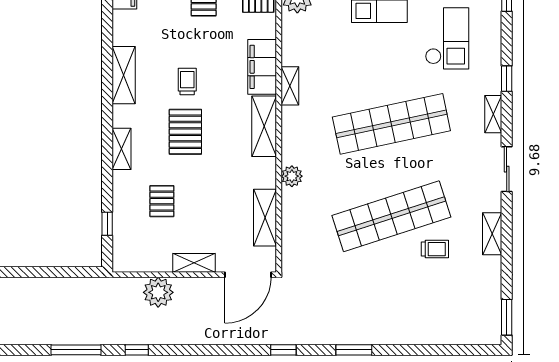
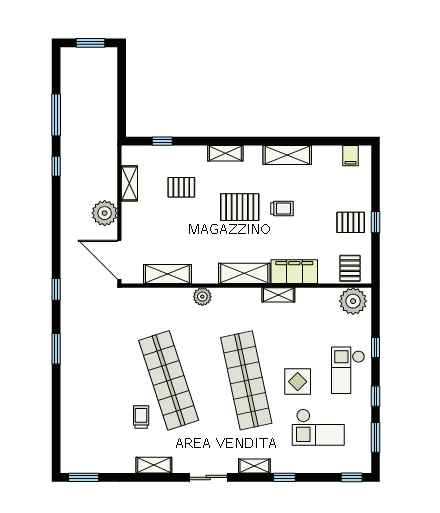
display table: (393, 63) -> (298, 382), added
trolley: (435, 249) -> (141, 417), turned 180
shelving: (194, 263) -> (129, 183), moved
plant: (158, 292) -> (105, 213), moved

